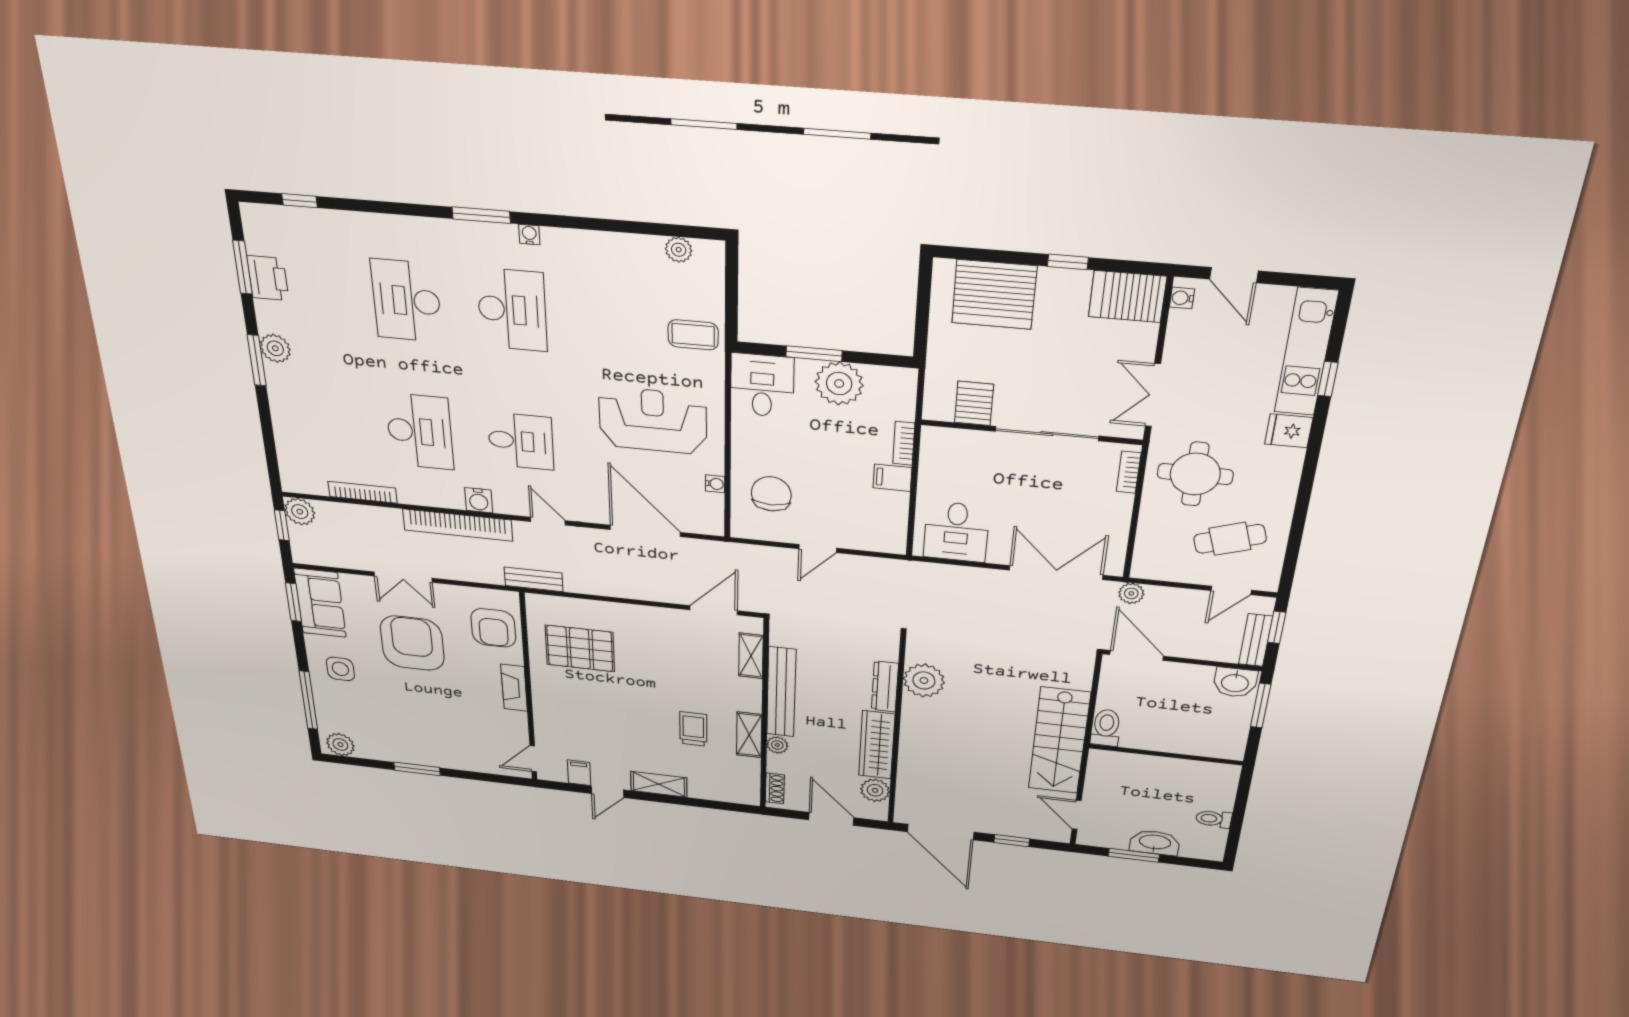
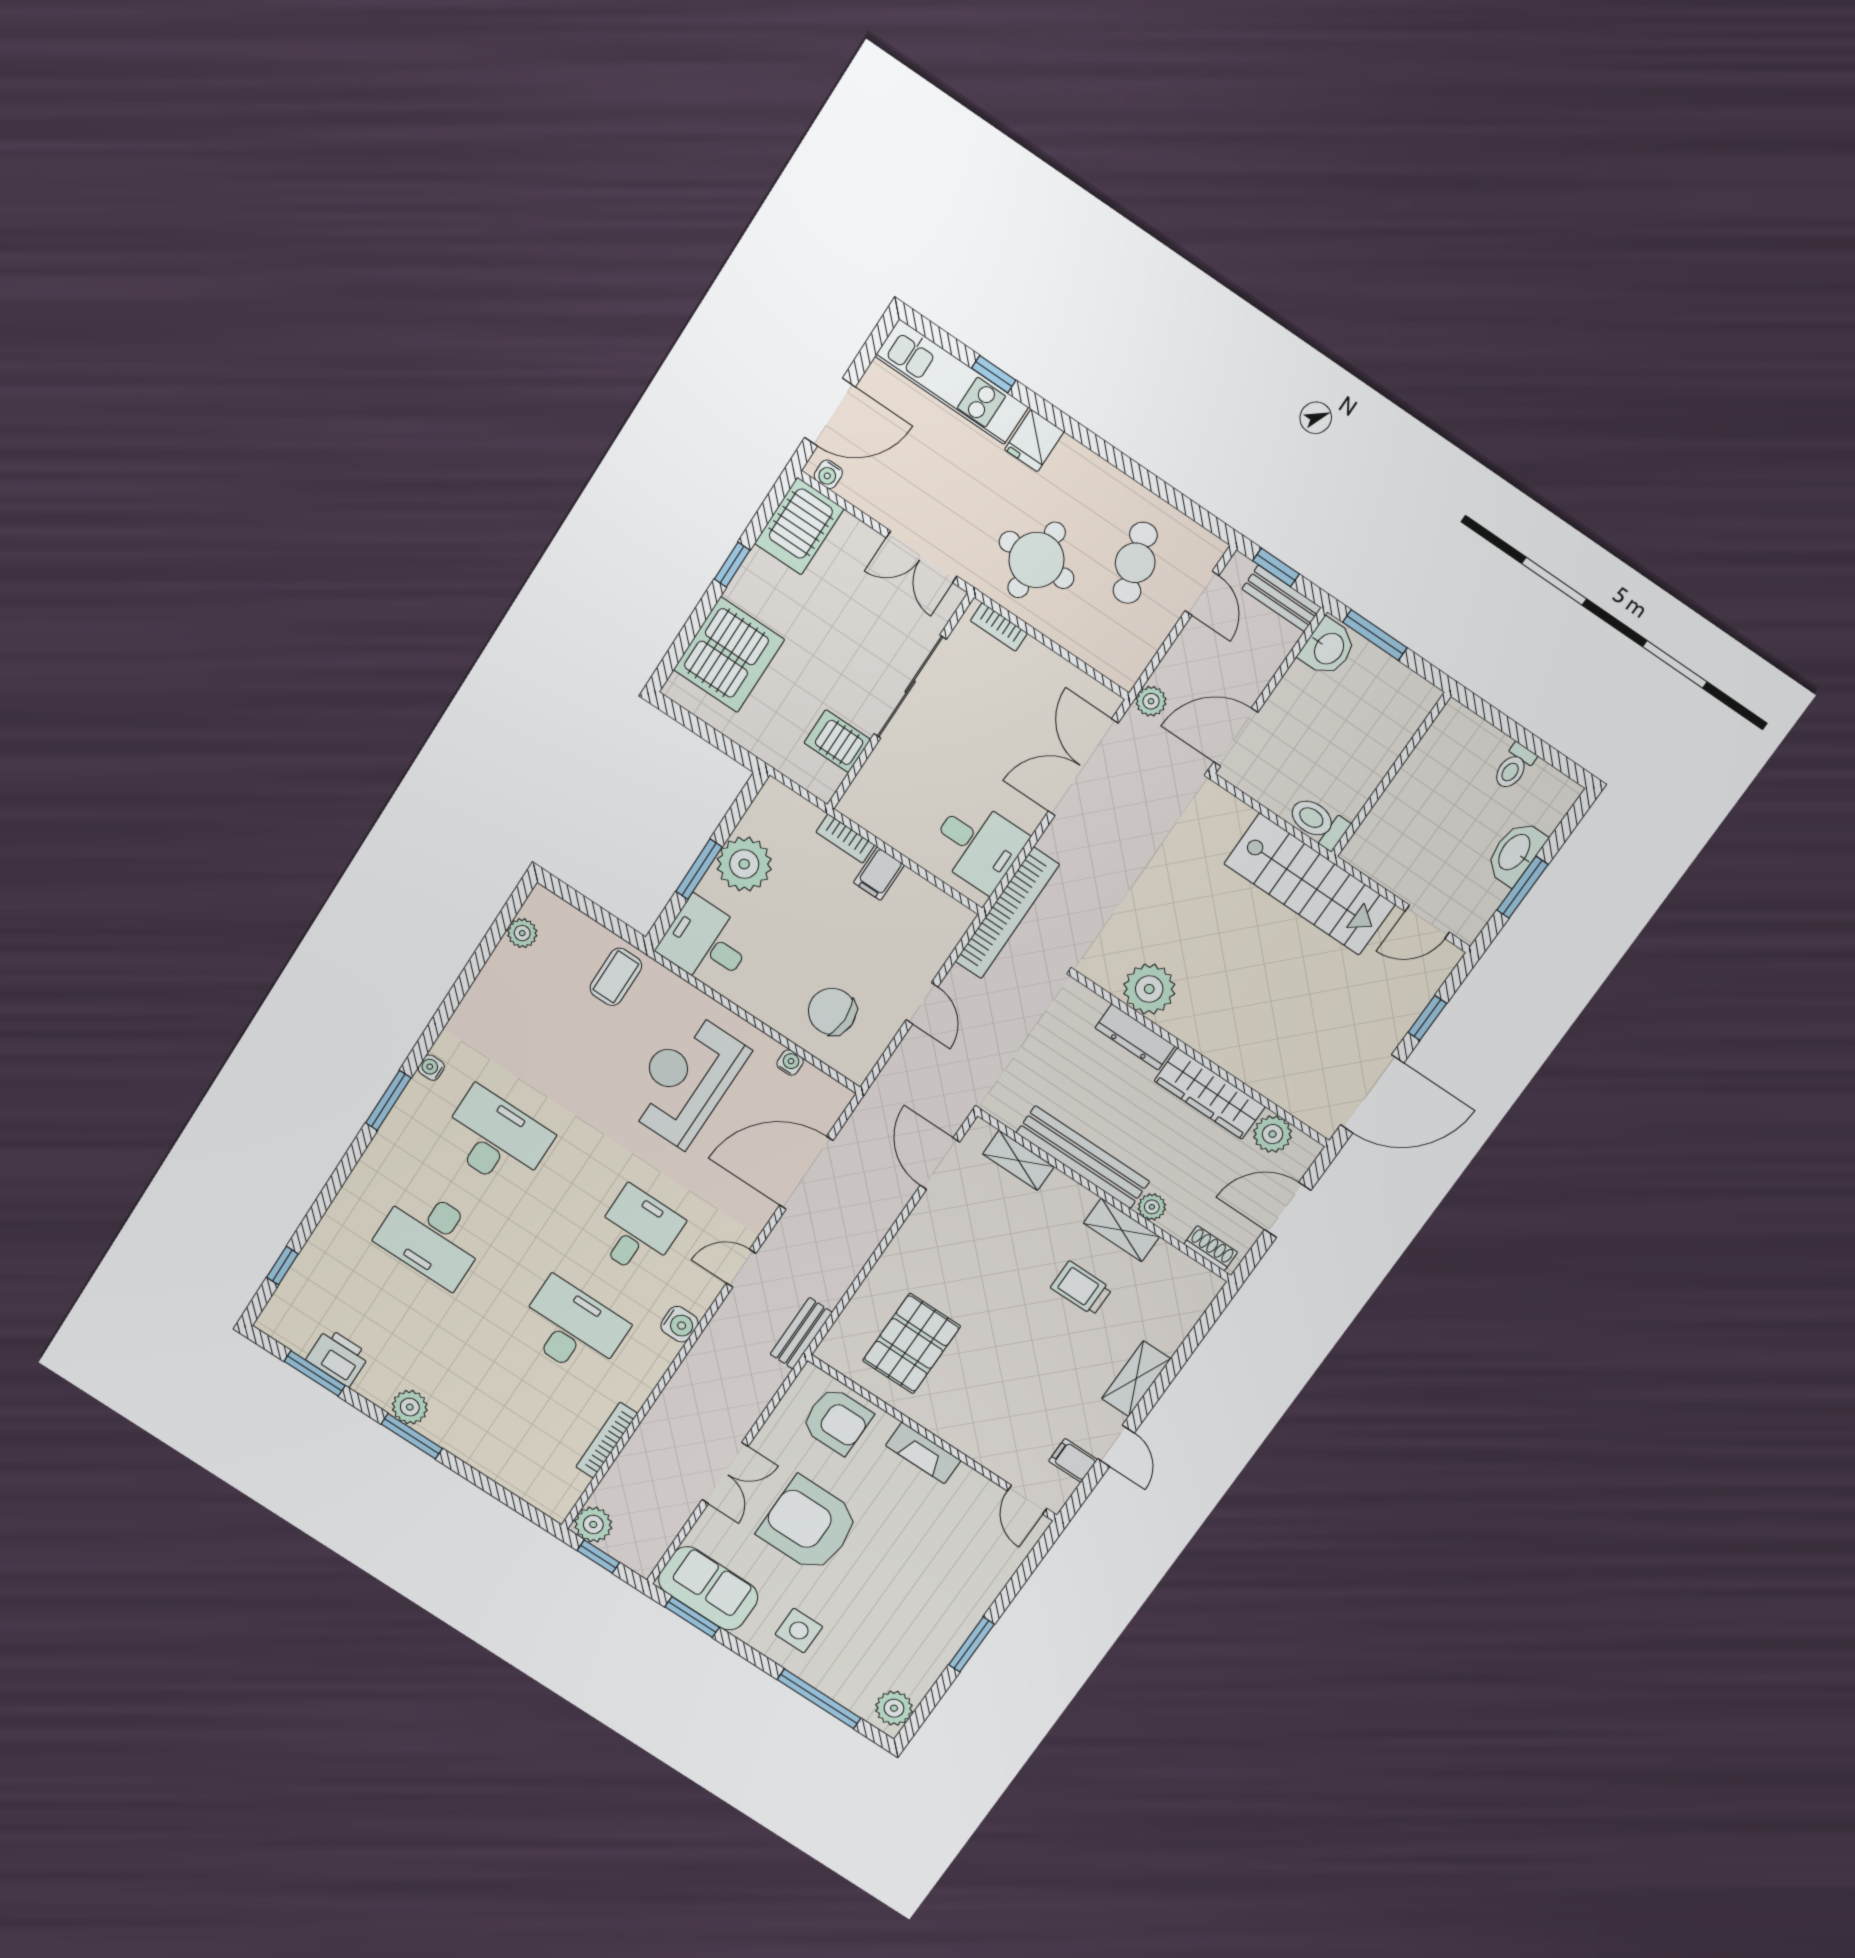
door: (1234, 275) -> (830, 412), width x1.38
bookcase: (458, 525) -> (1007, 913), moved

